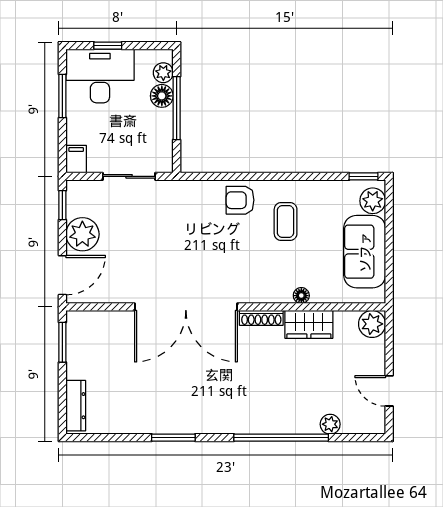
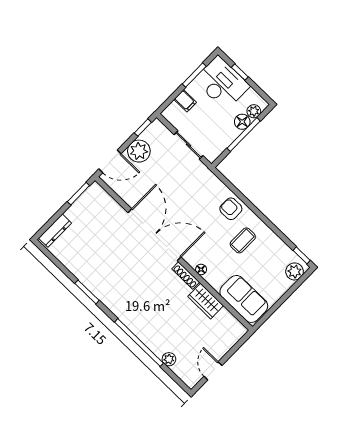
filing cabinet: (76, 159) -> (185, 101), moved, turned 90
sofa: (365, 252) -> (244, 299), moved, turned 90
floor lamp: (301, 296) -> (201, 269), moved
double door: (186, 307) -> (155, 235), swing flipped
plant: (372, 324) -> (236, 331), removed

